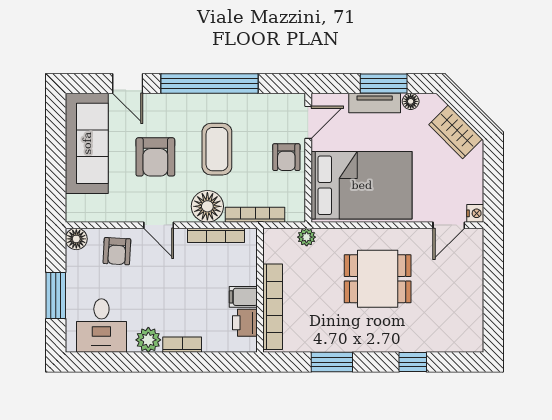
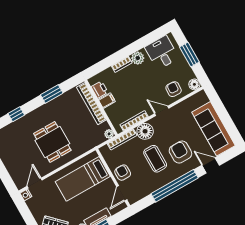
armchair: (155, 157) -> (180, 152), moved
bed: (362, 185) -> (83, 179), width x0.67
plant: (307, 237) -> (109, 134), moved
dining table: (378, 279) -> (52, 142), turned 90

